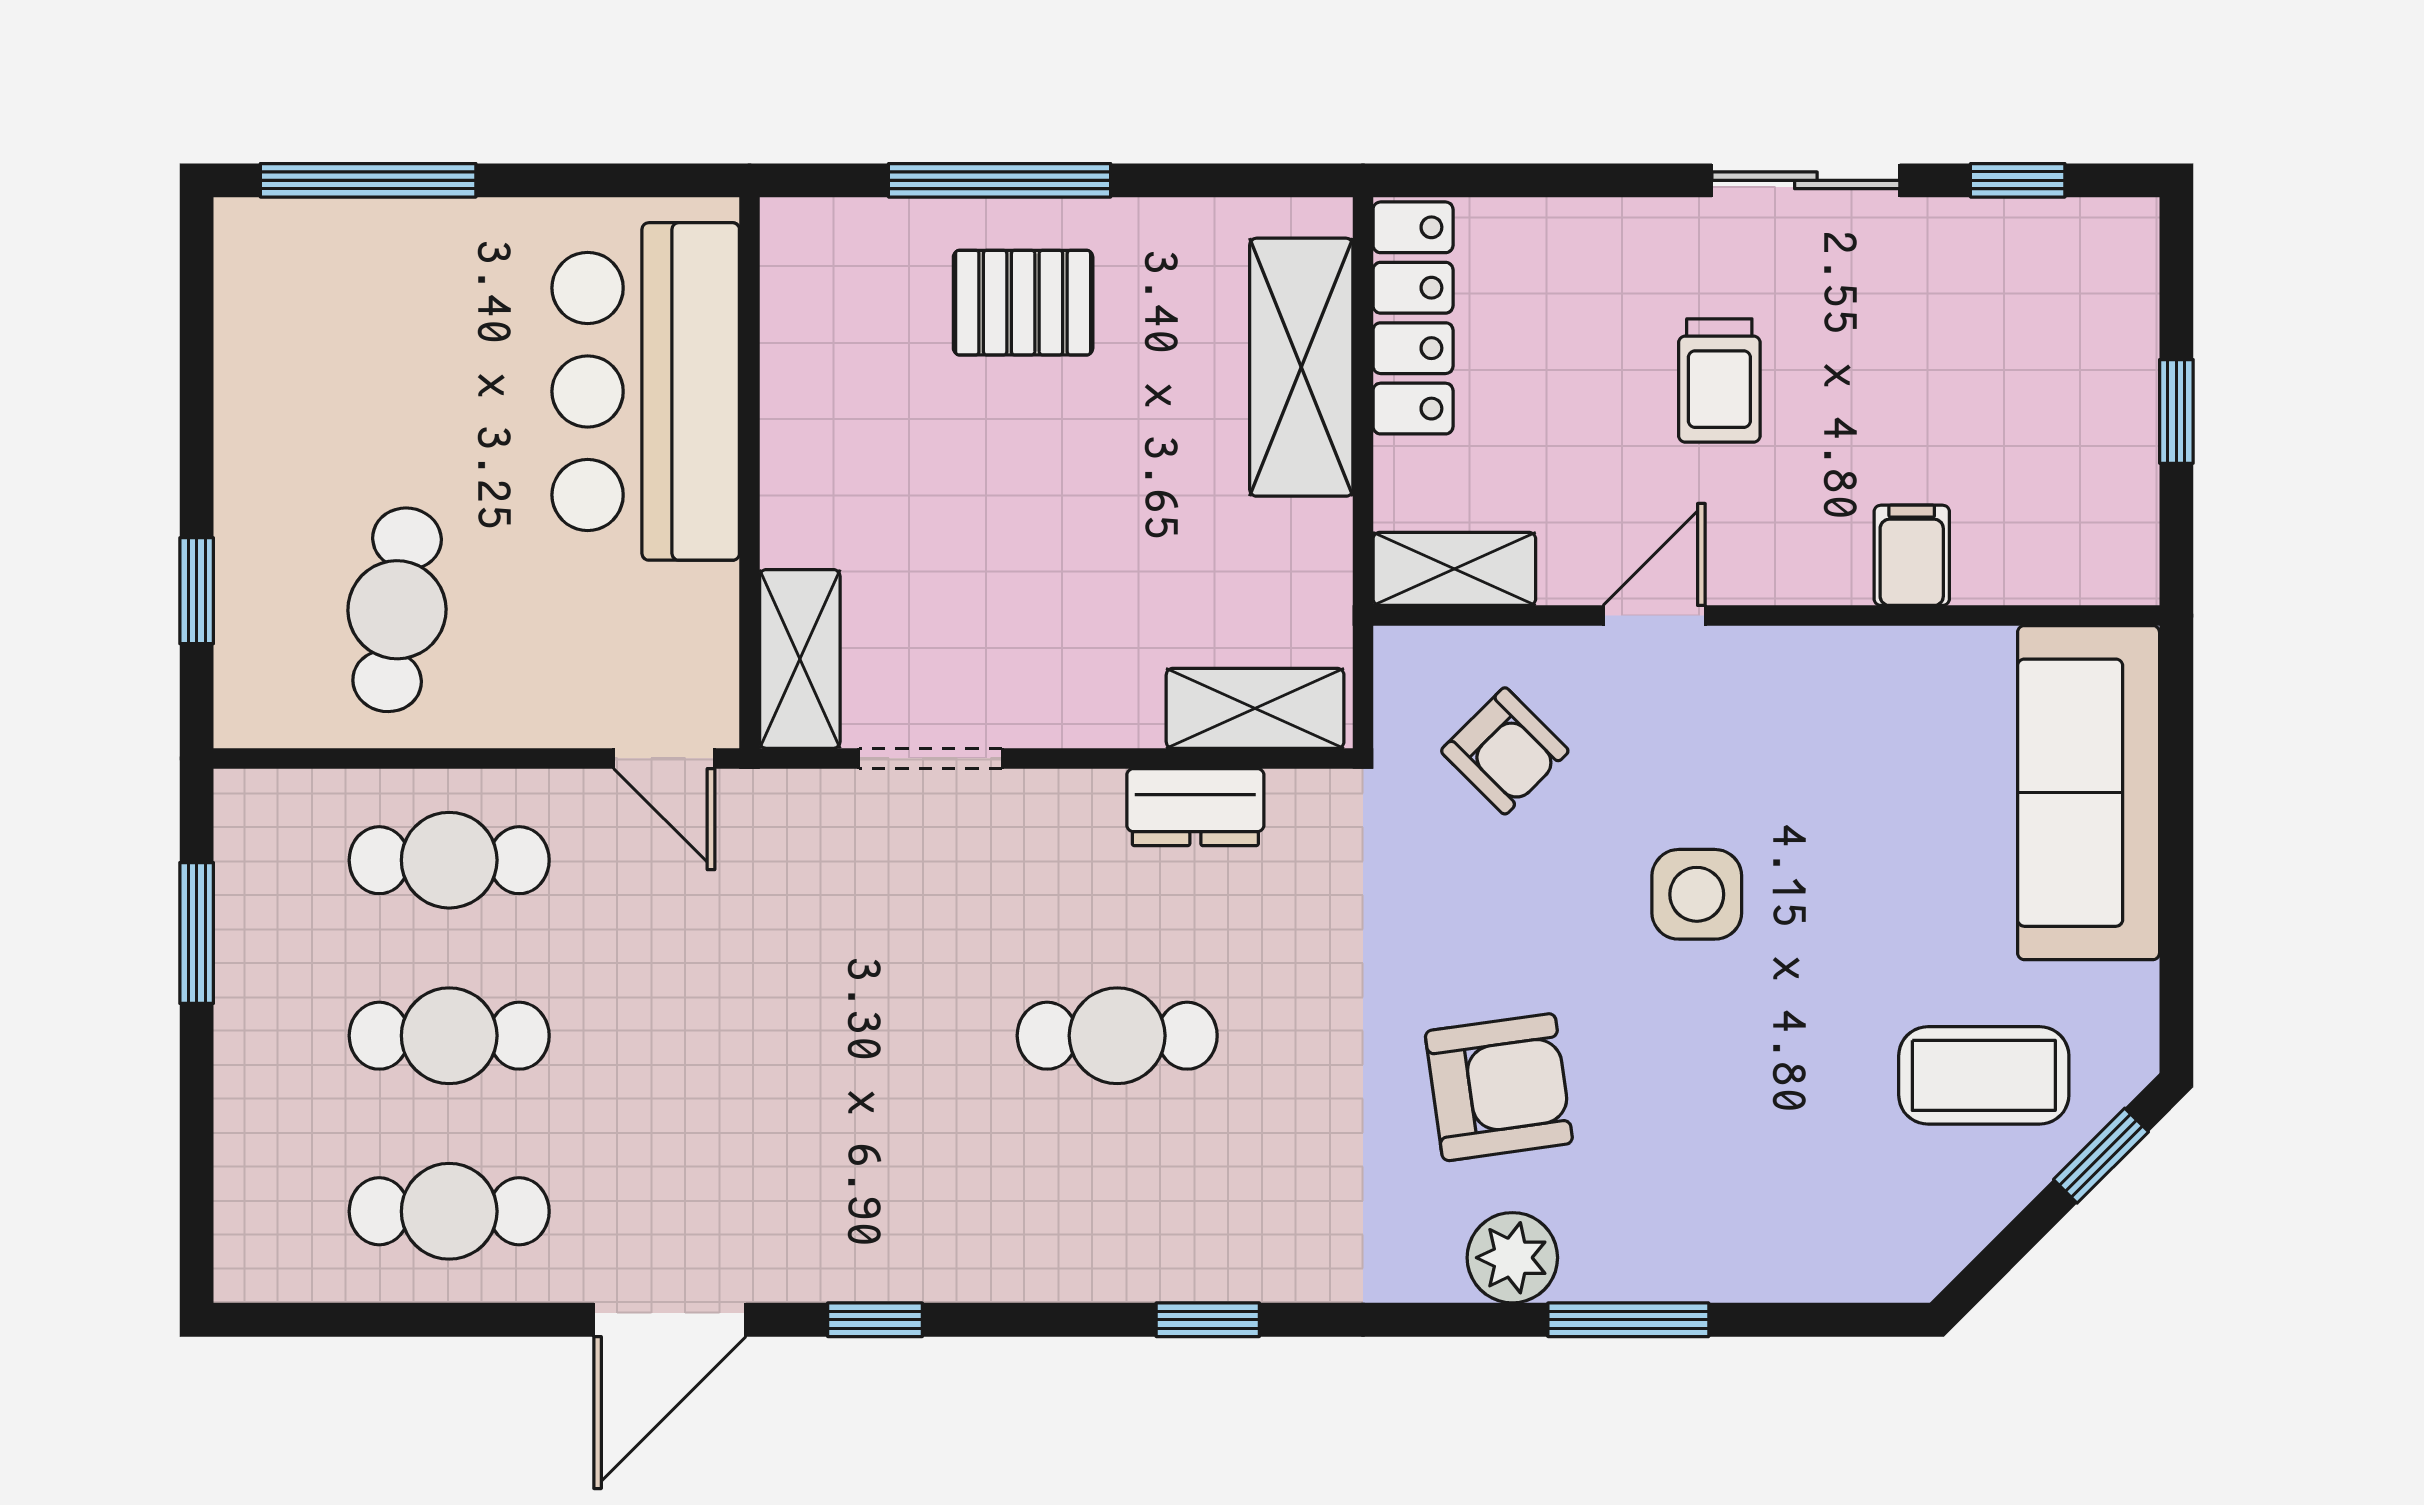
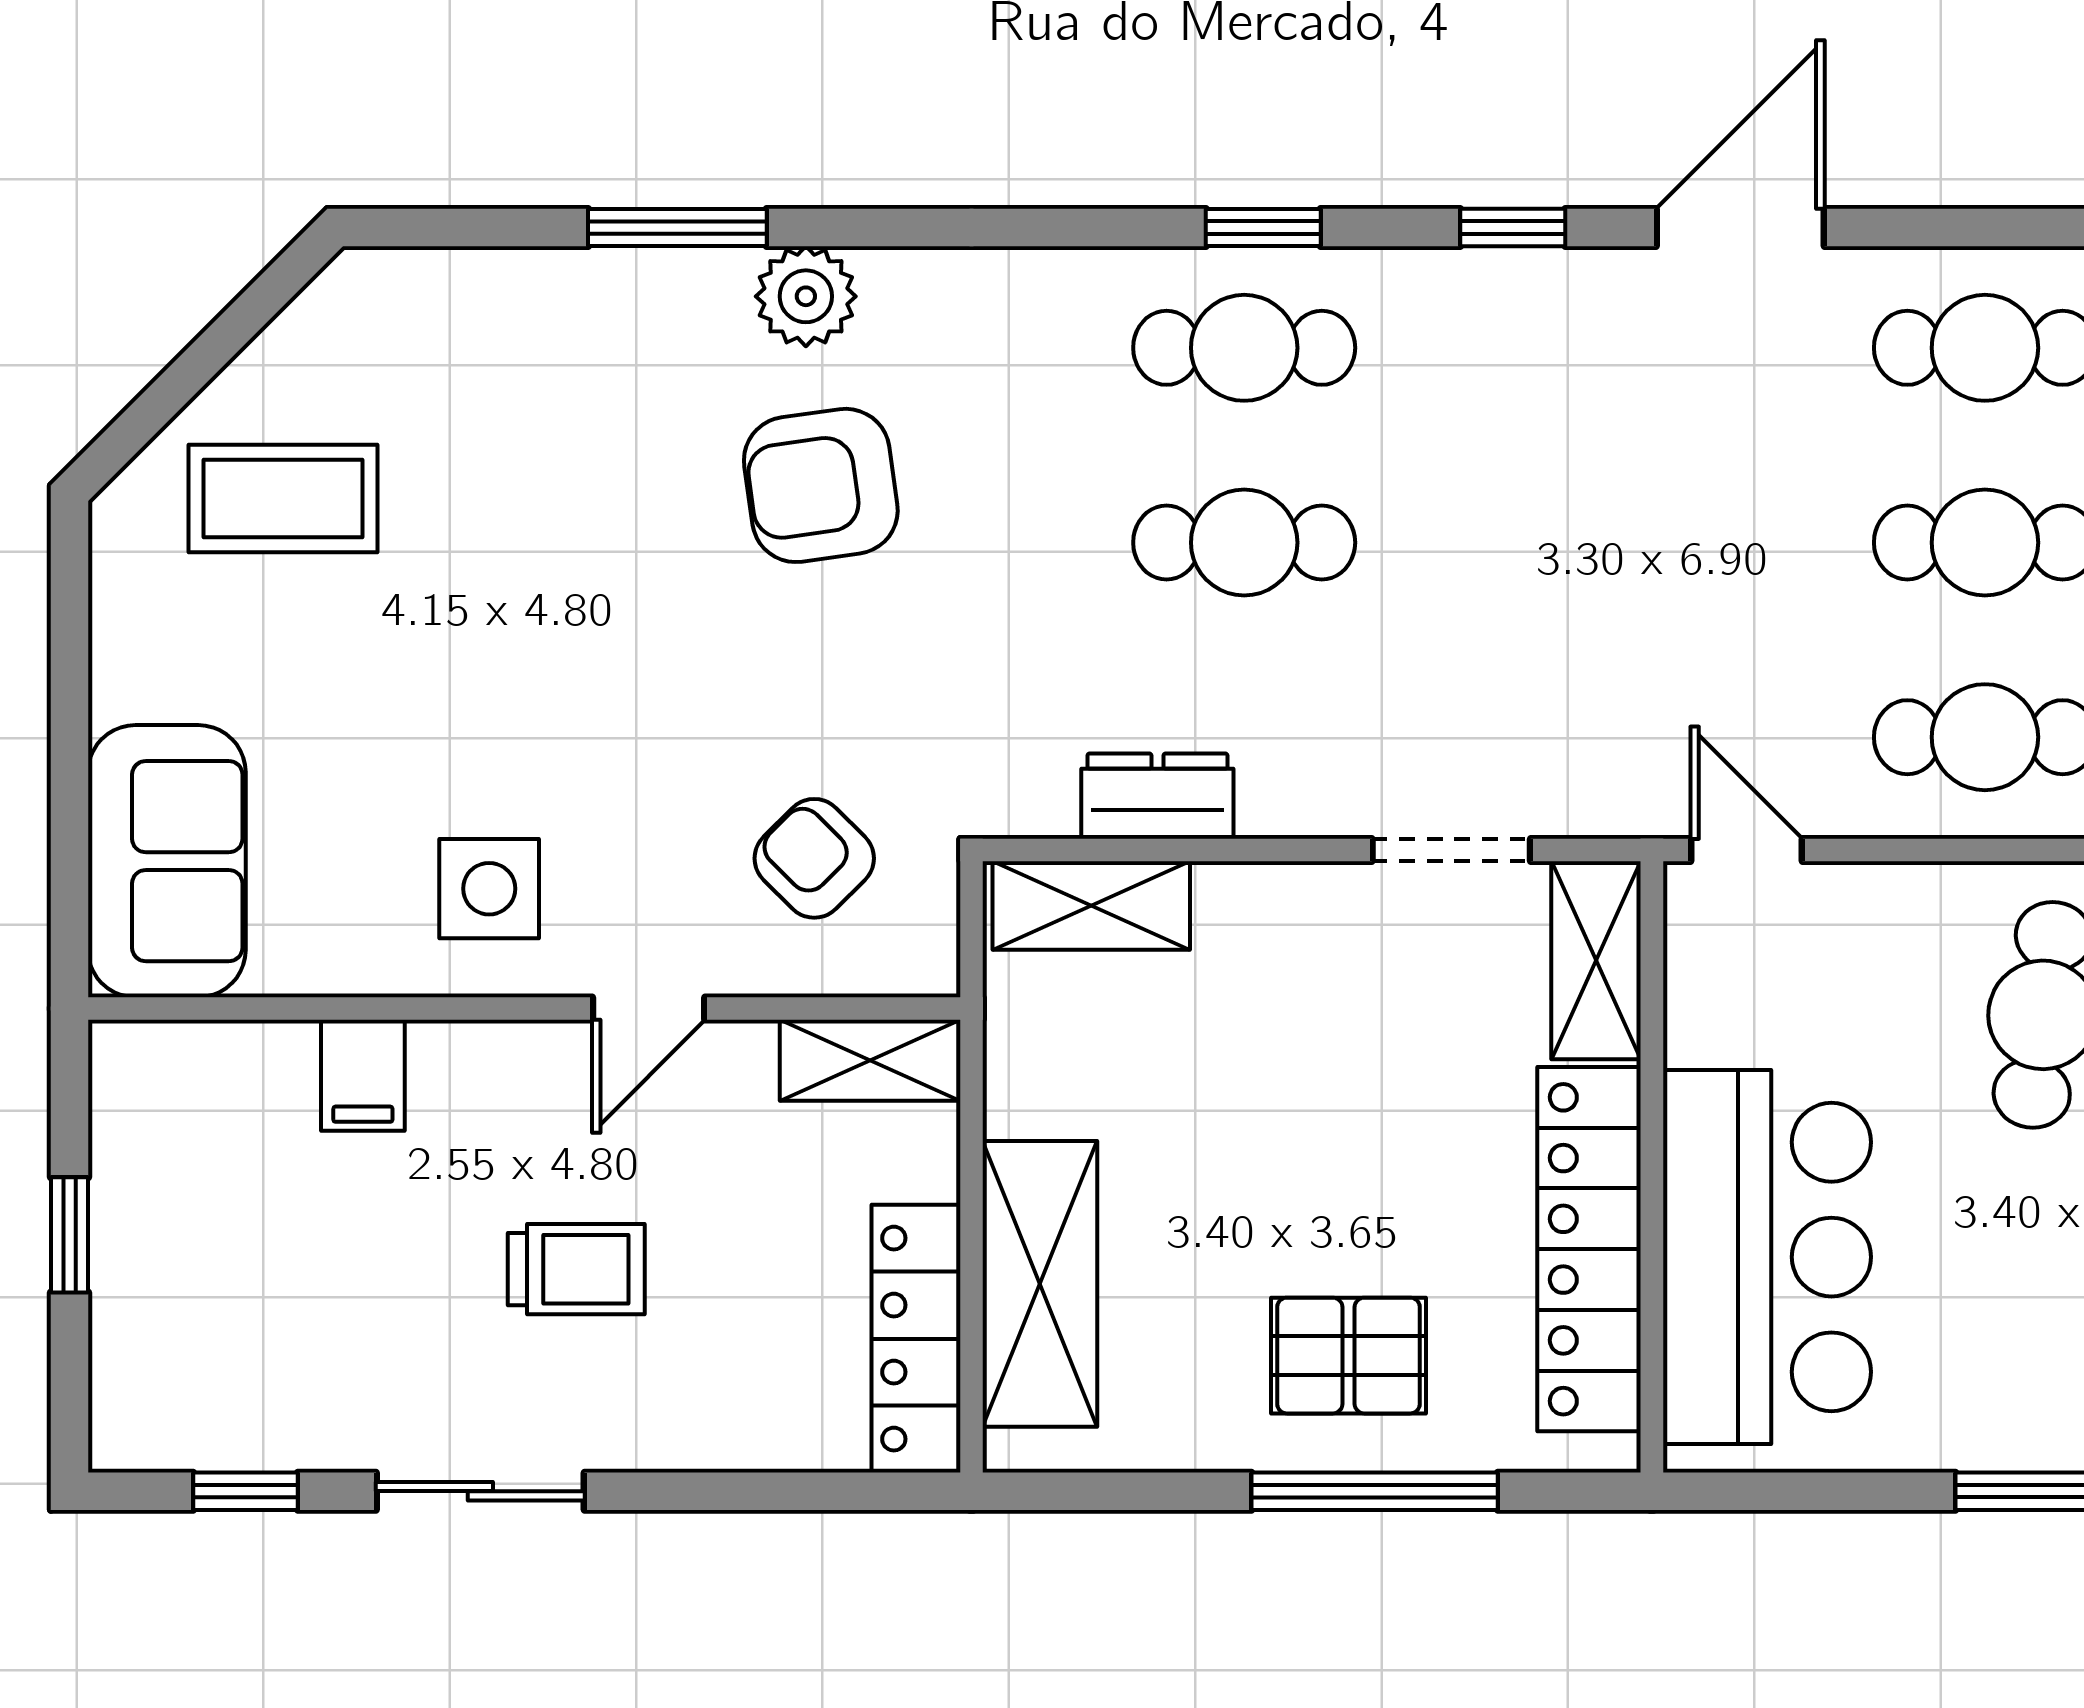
trolley: (1719, 380) -> (576, 1269), turned 90
locker: (806, 398) -> (1589, 1249), added
sofa: (2089, 793) -> (167, 861), width x0.73
side table: (1697, 894) -> (489, 889), moved
window: (2101, 1156) -> (153, 410), removed
cafe table: (1117, 1211) -> (1244, 348), added
window: (1208, 1320) -> (1263, 228), moved

